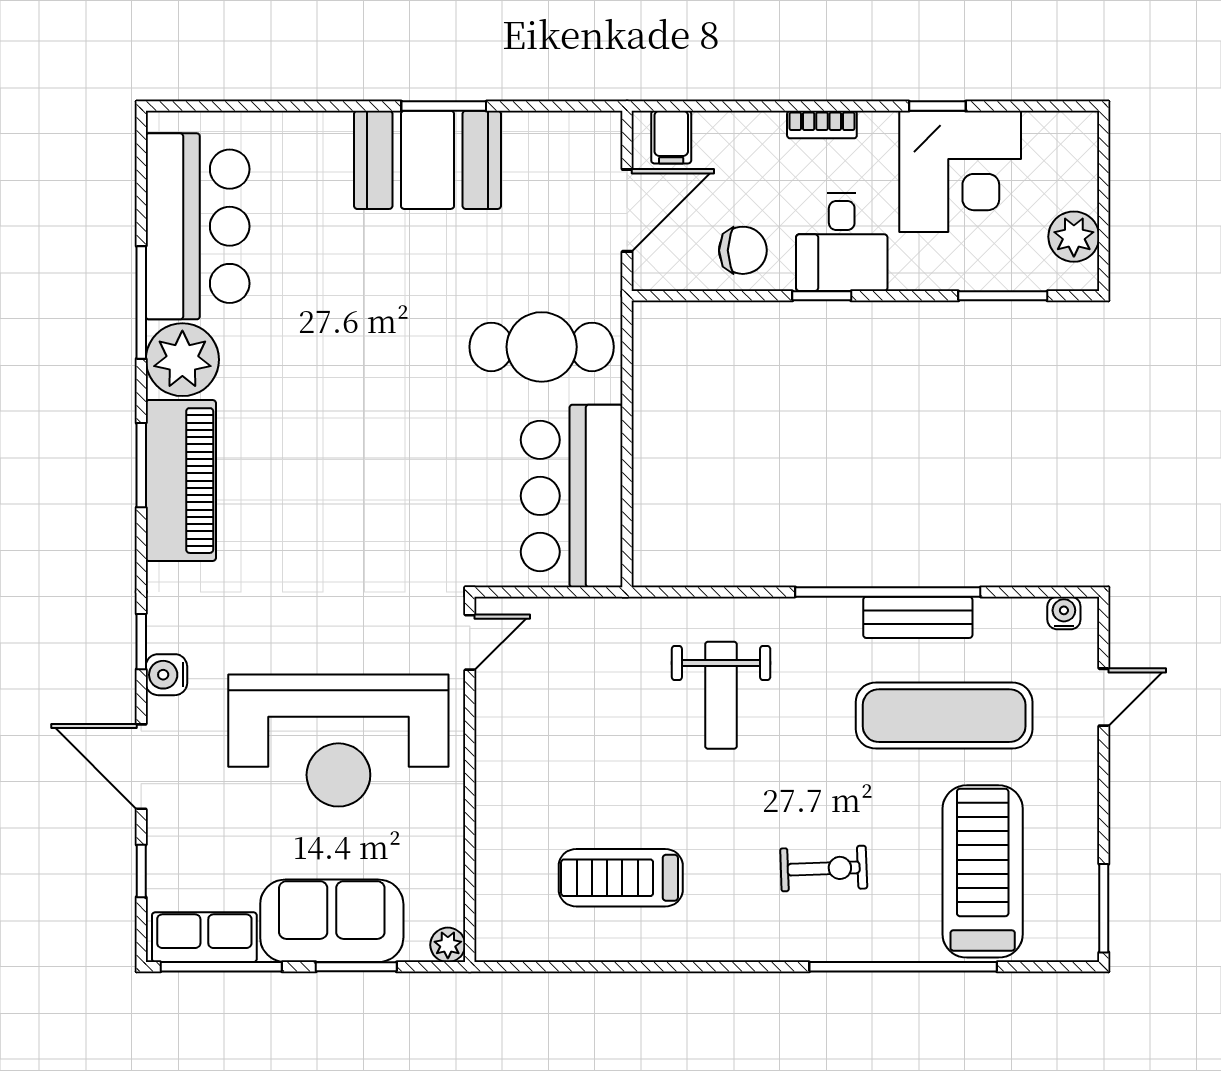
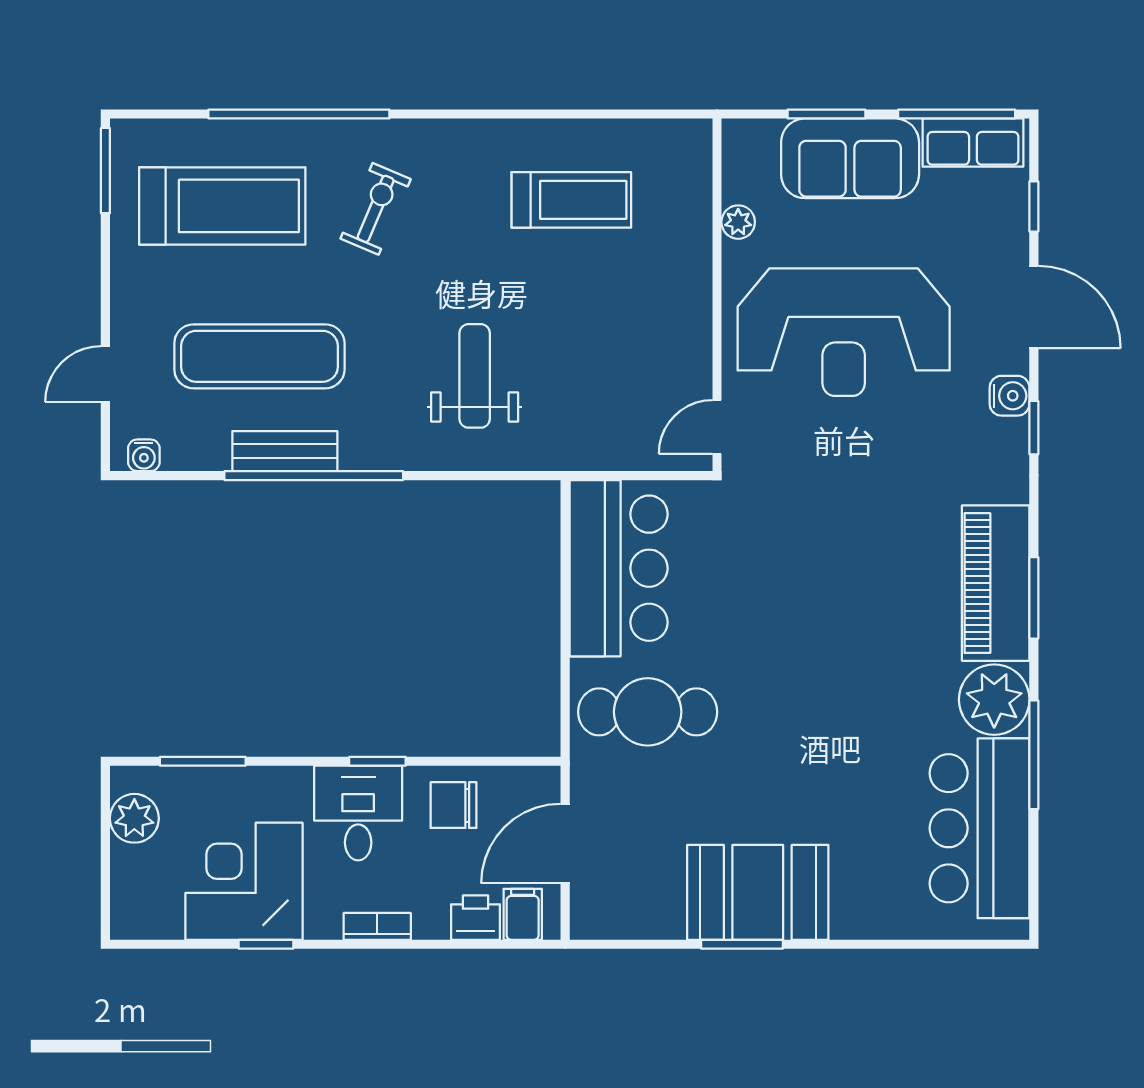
printer: (720, 134) -> (476, 918), added
reception desk: (338, 741) -> (844, 332), turned 180
exercise bike: (824, 868) -> (376, 209), turned 115
treadmill: (983, 871) -> (222, 206), turned -90
plant: (448, 945) -> (738, 222), moved

